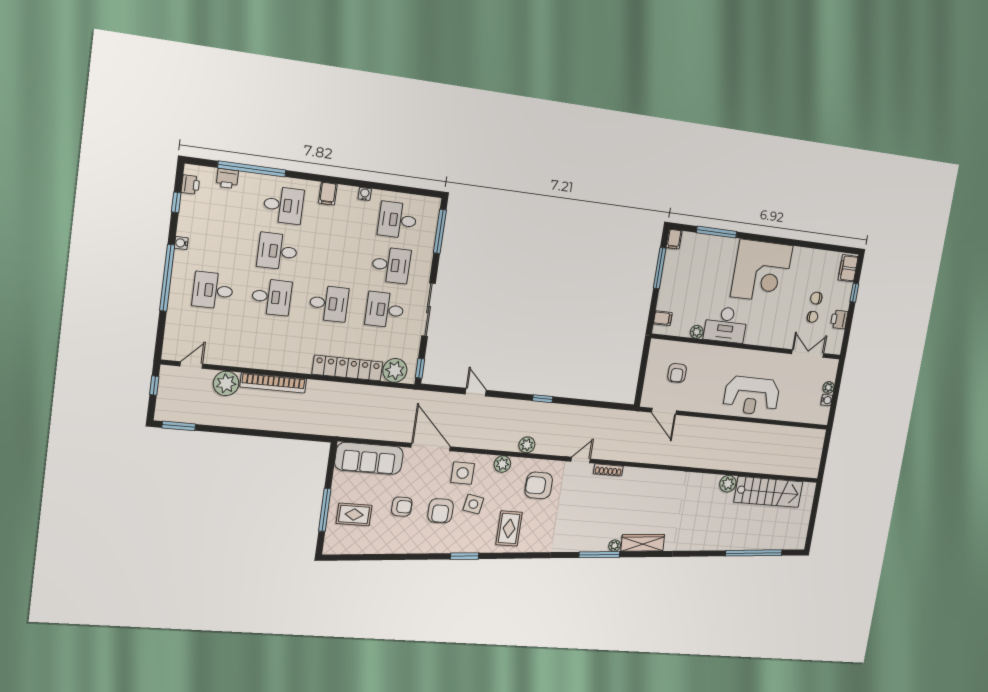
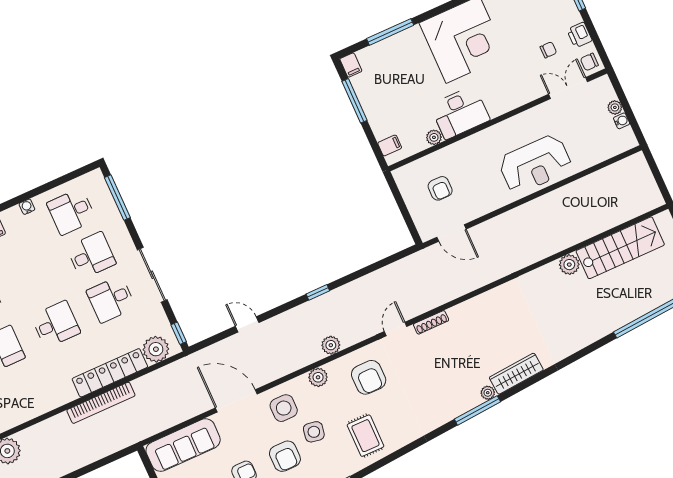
chair: (816, 298) -> (589, 62), moved
bookcase: (273, 383) -> (101, 403), moved
armchair: (539, 485) -> (369, 377), turned -90

